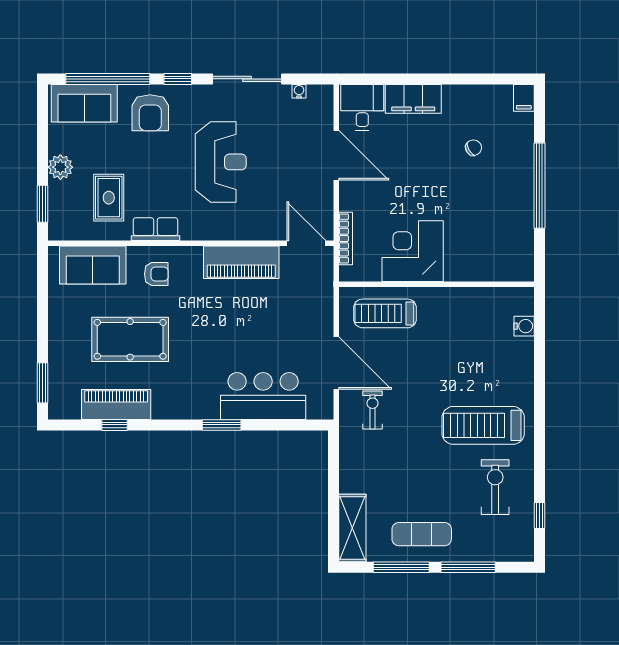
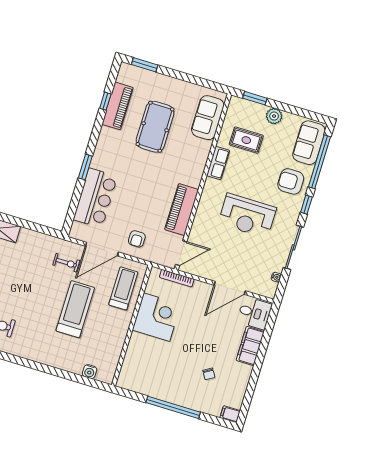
armchair: (156, 274) -> (137, 239), moved
treadmill: (483, 425) -> (75, 309), moved

